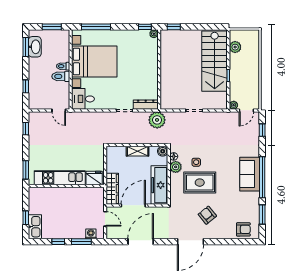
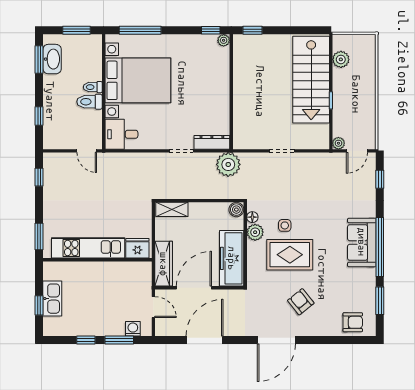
shelving: (138, 151) -> (172, 209), moved
kitchen sink: (35, 227) -> (52, 299), moved

